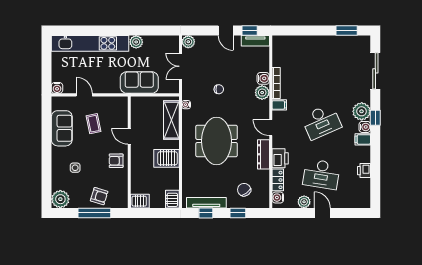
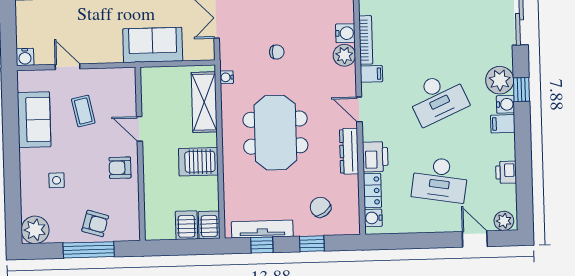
server rack: (140, 201) -> (186, 225), moved, turned -90
plant: (304, 202) -> (504, 221), moved
door: (322, 213) -> (475, 239), moved

